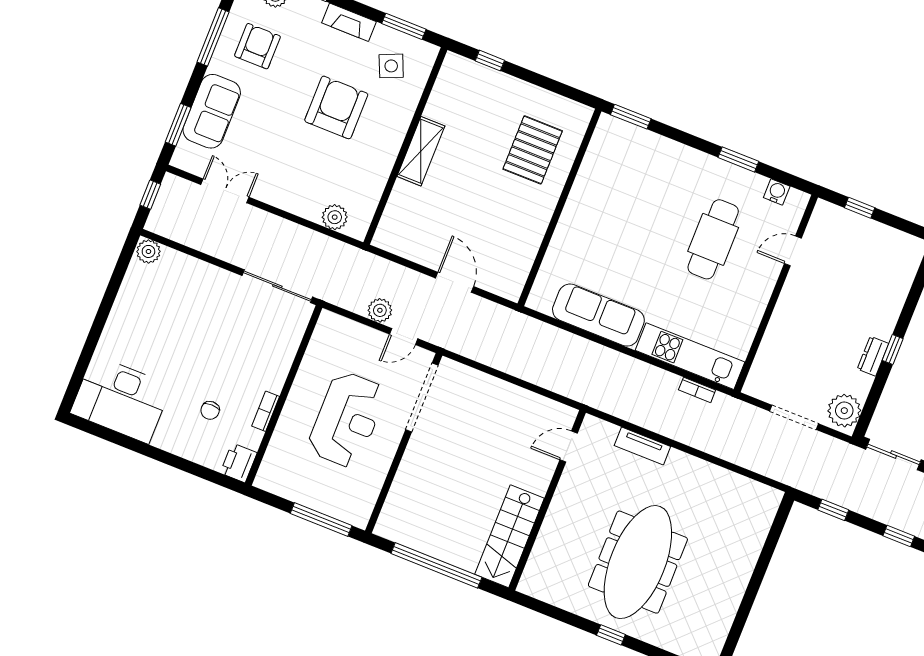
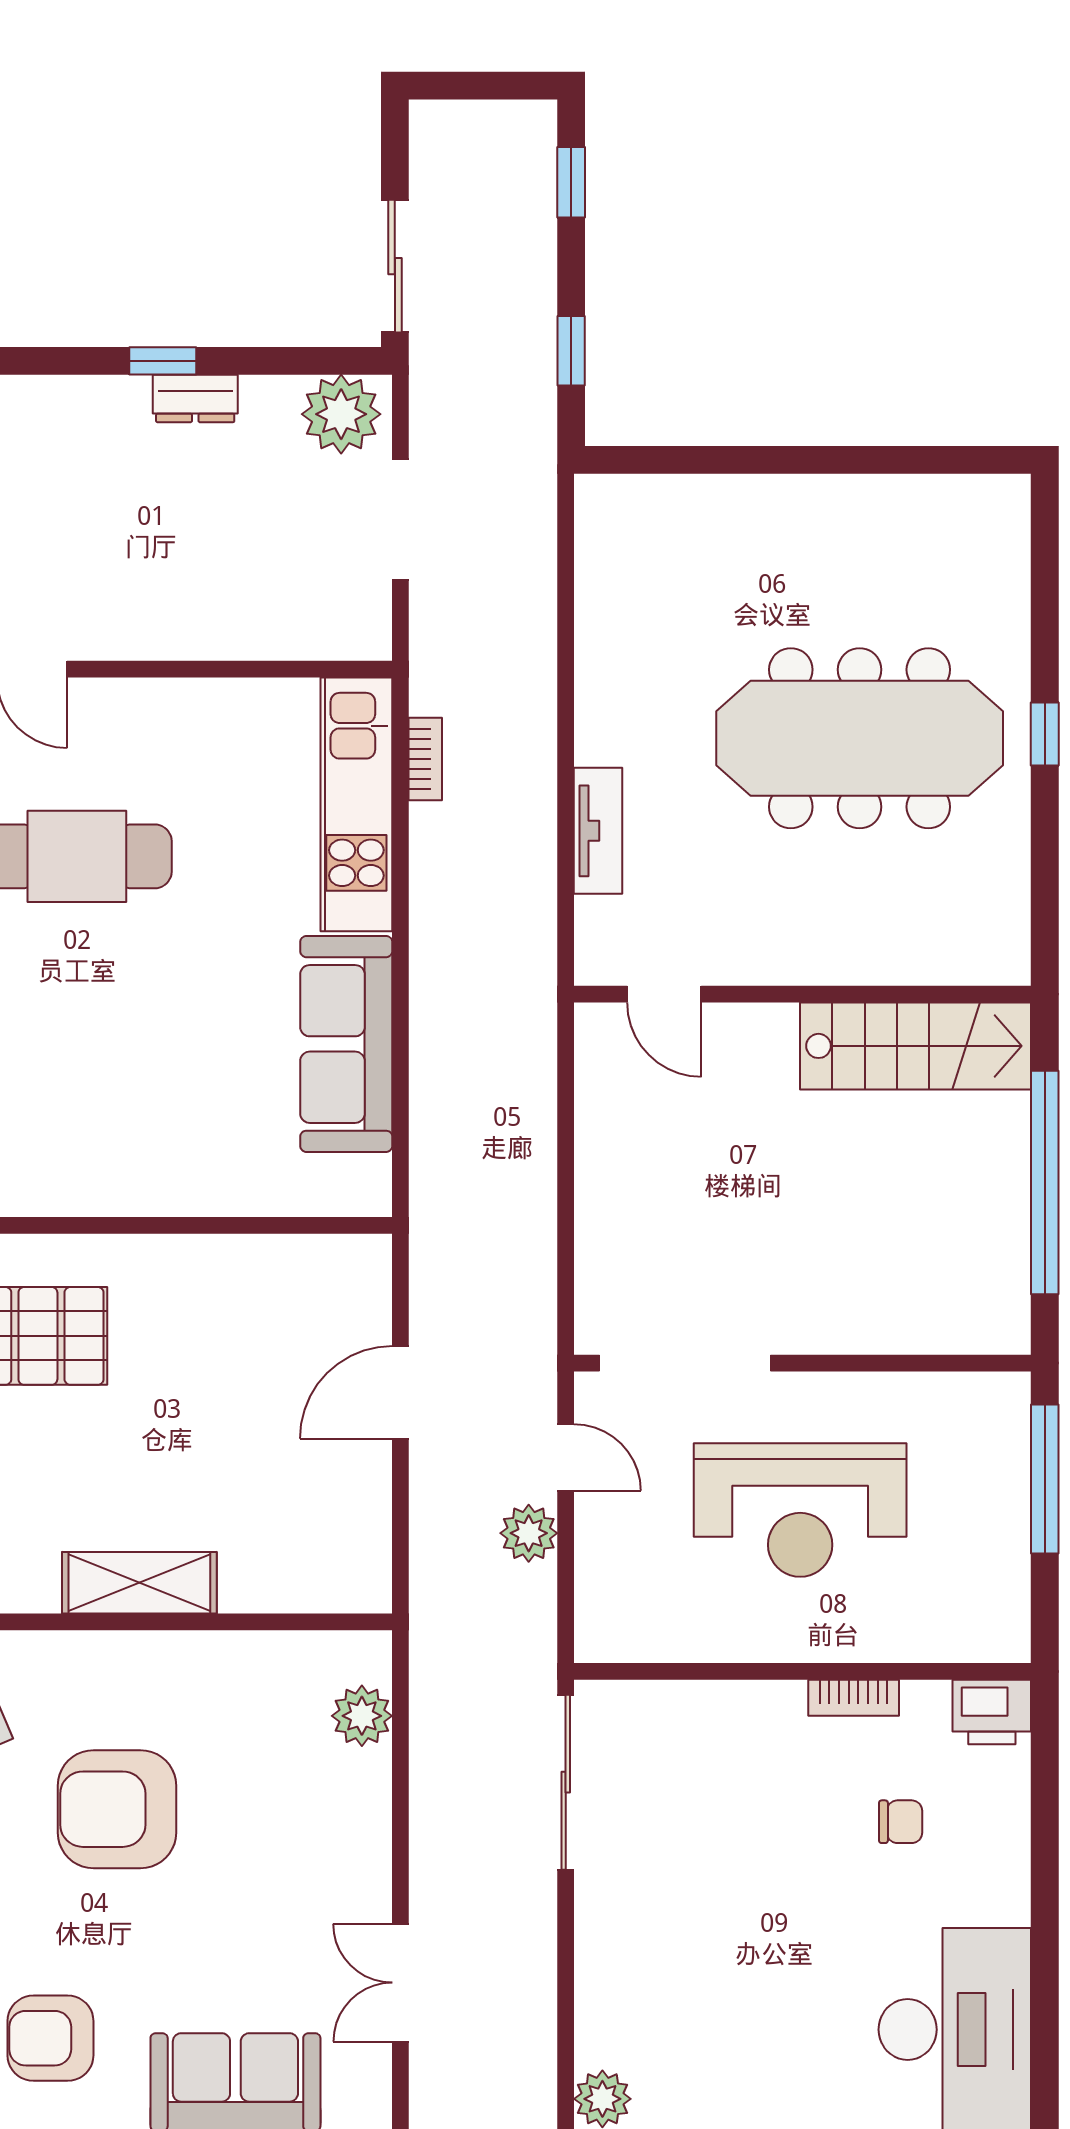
reception desk: (347, 419) -> (800, 1510), turned 180

